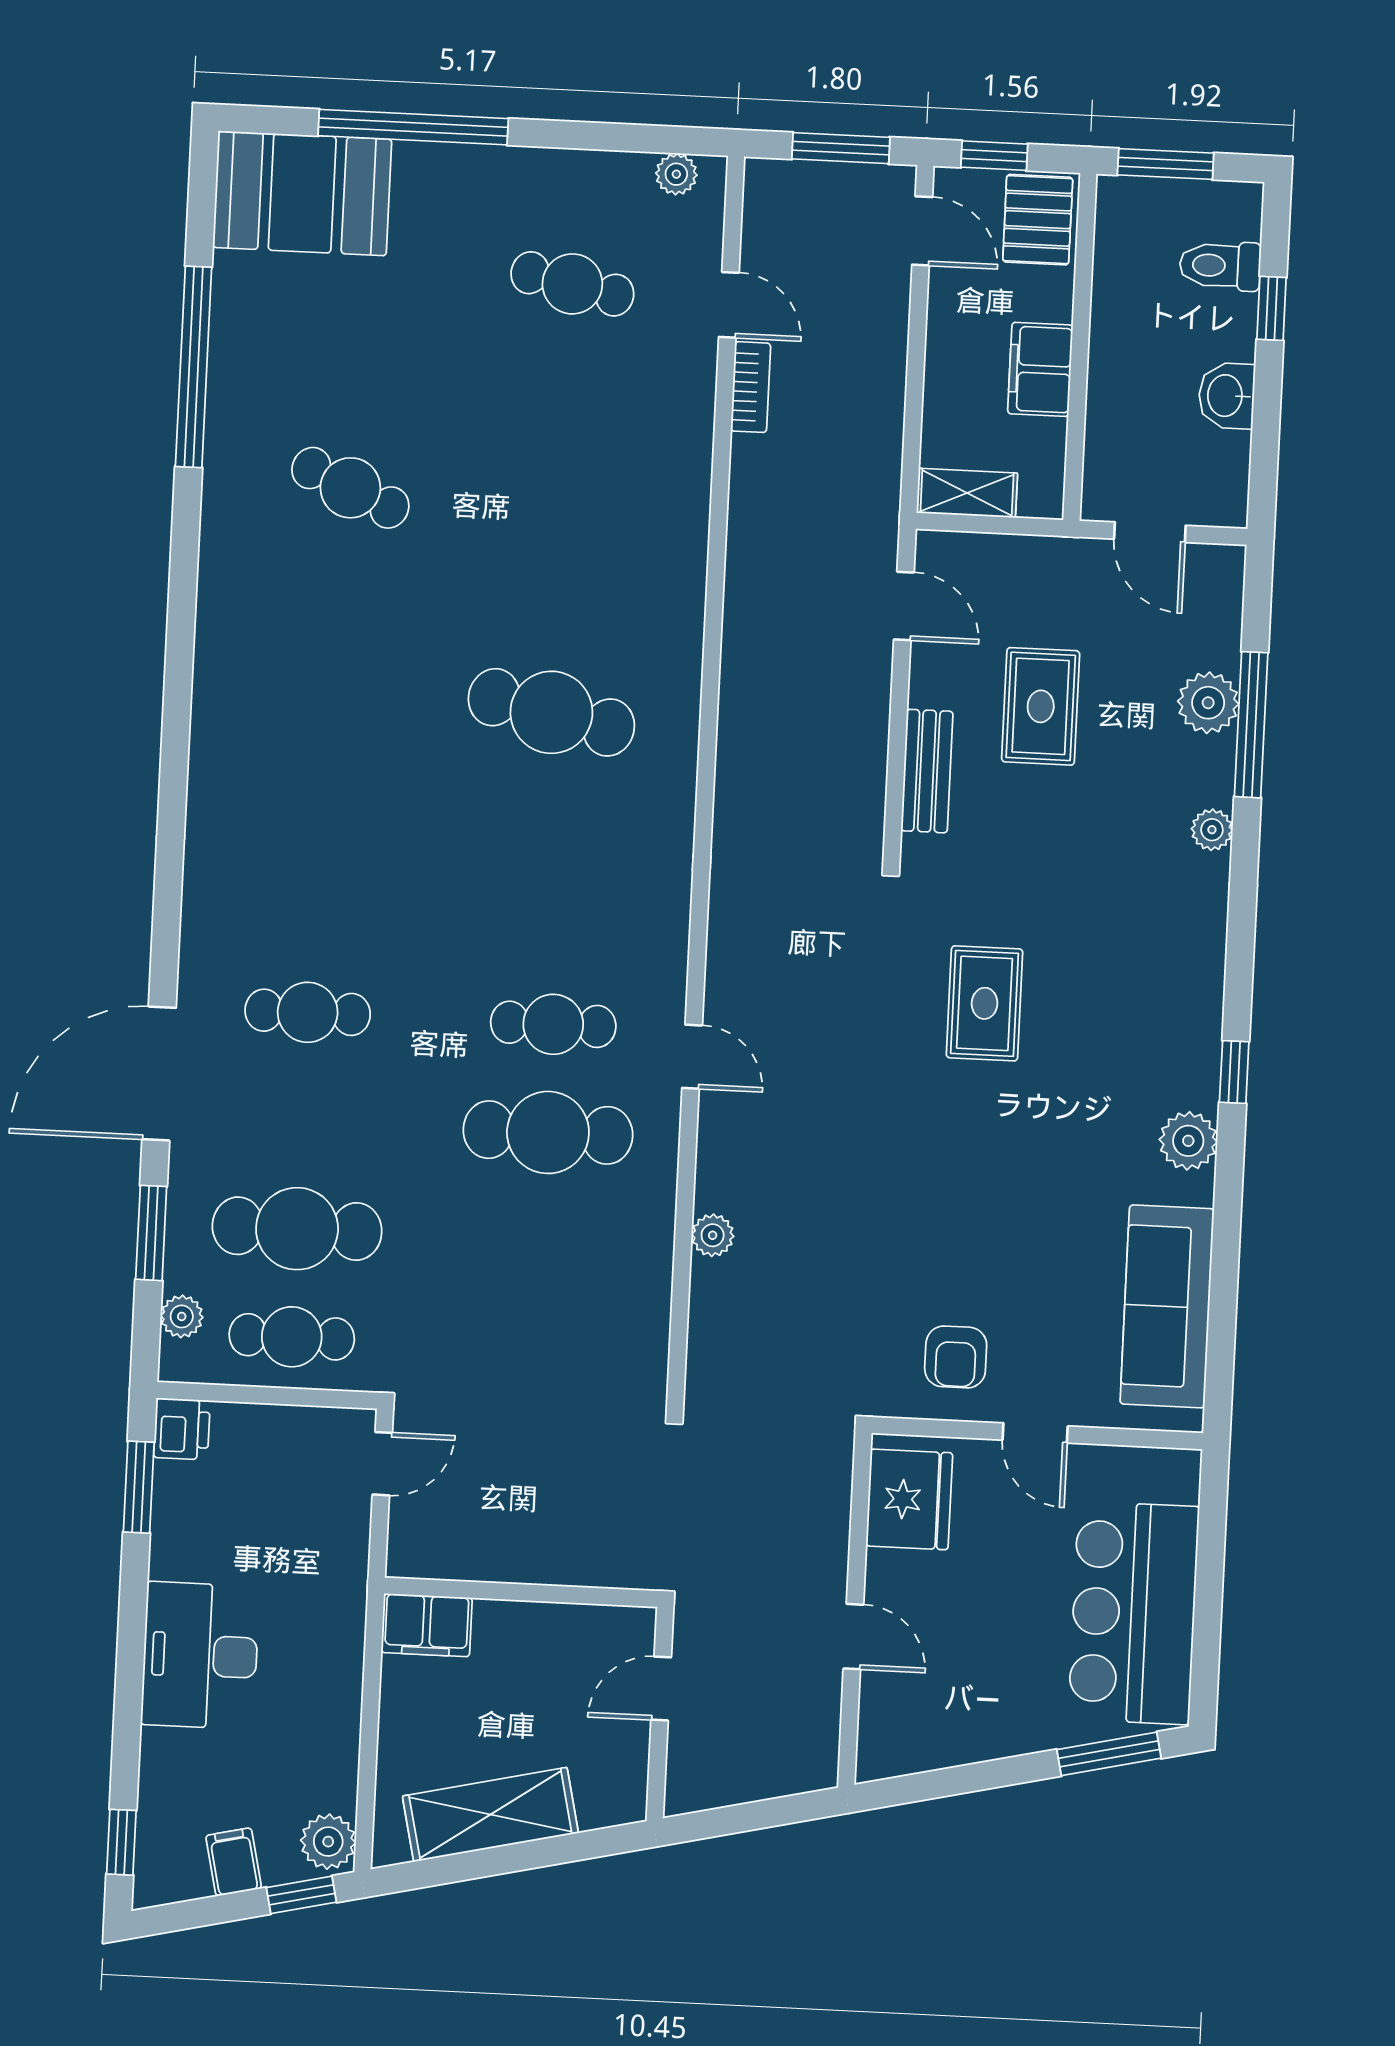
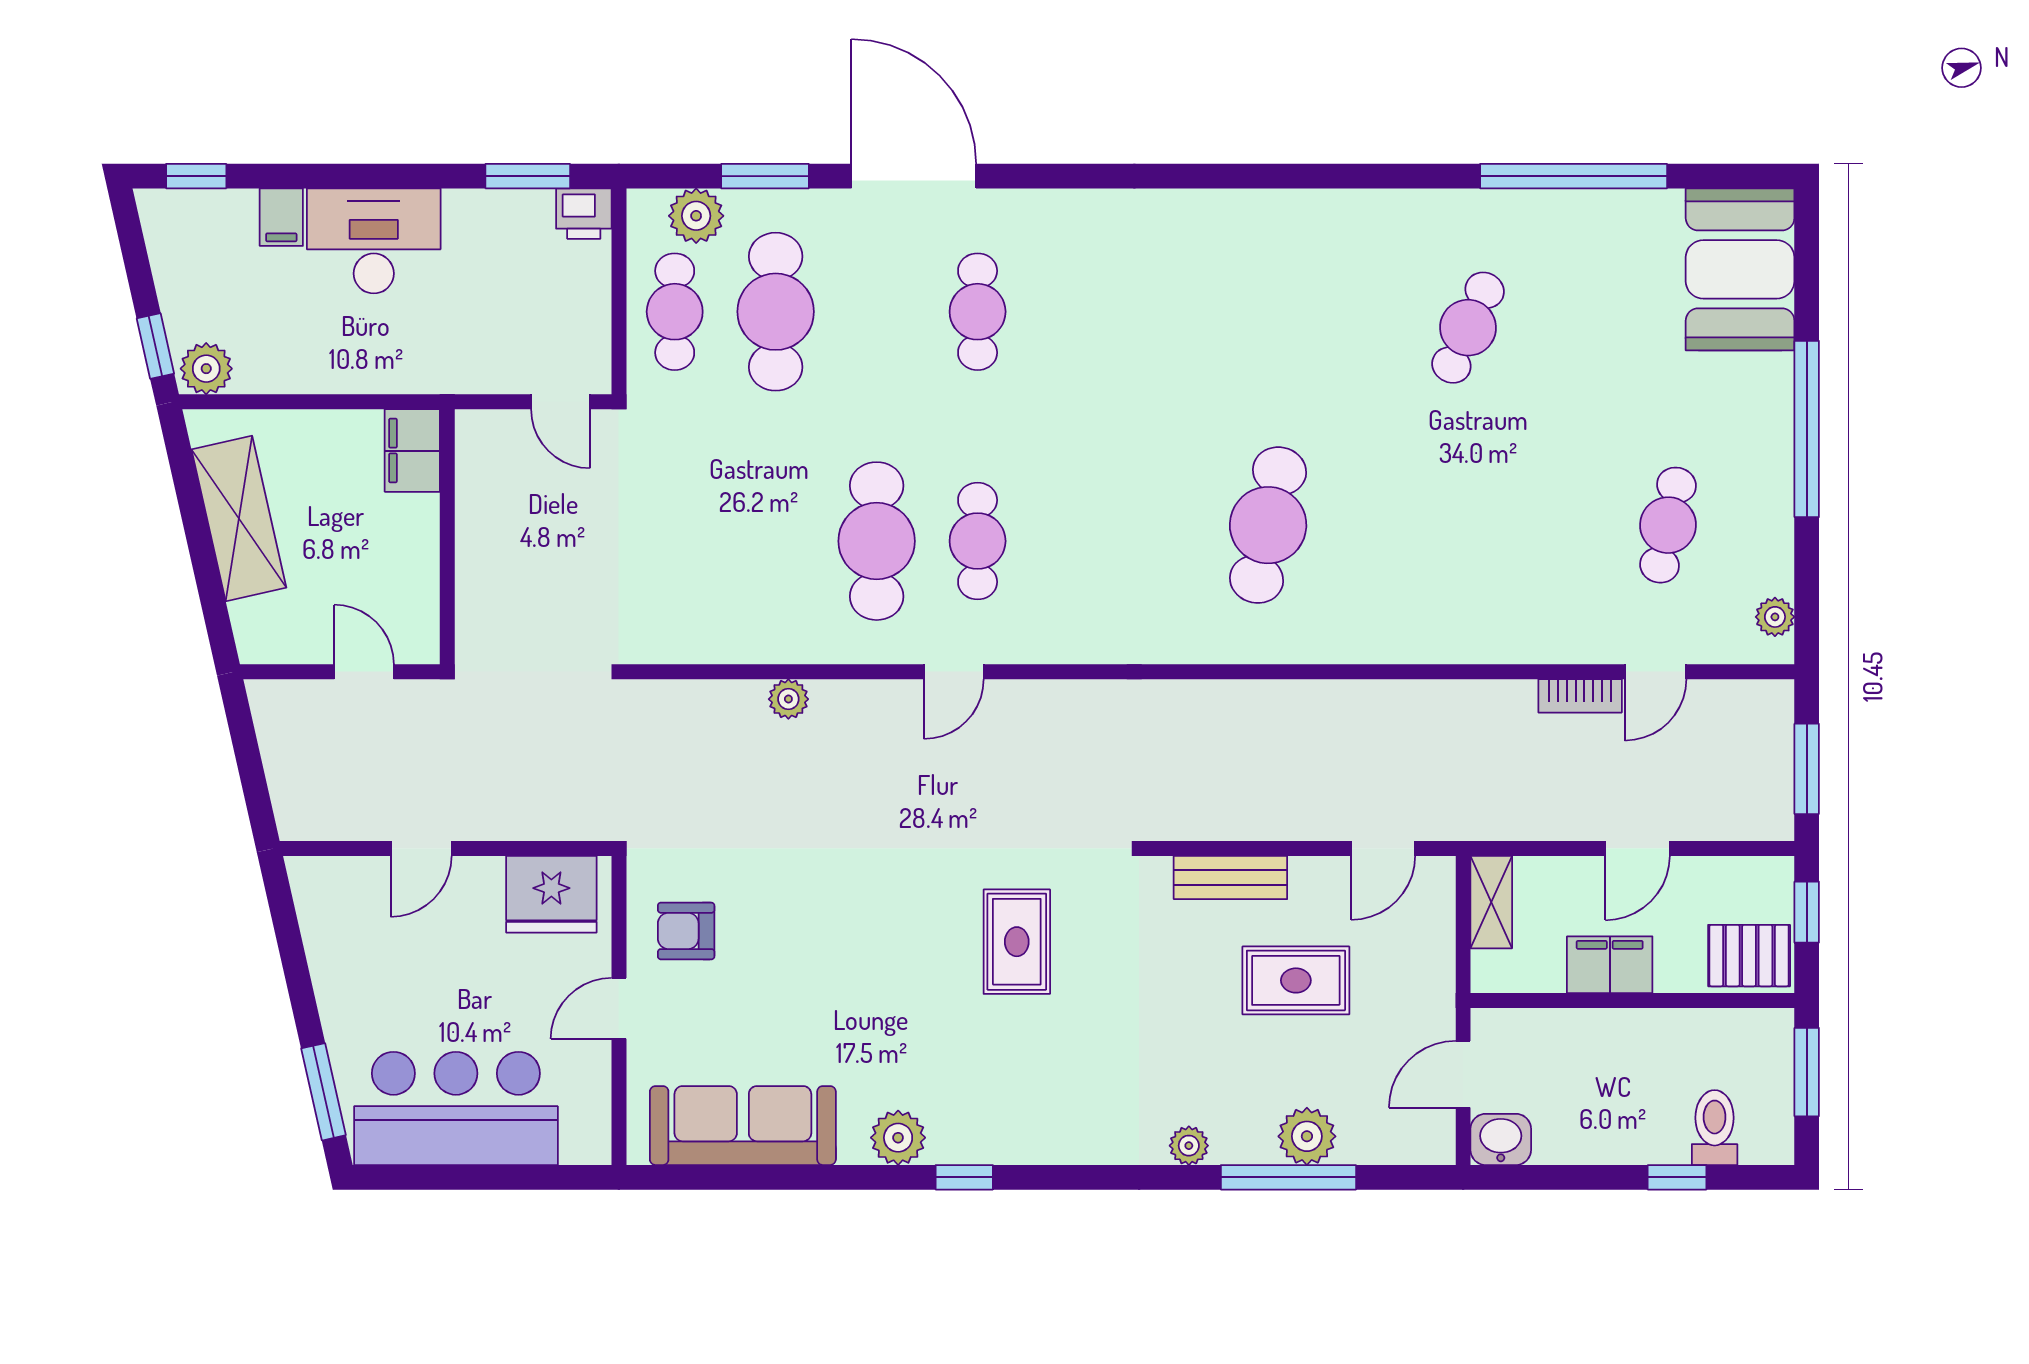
window: (413, 127) -> (1807, 429), moved
door: (922, 231) -> (1638, 848), moved
washbasin: (1227, 396) -> (1501, 1139), moved
rug: (985, 1003) -> (1017, 942), turned 90
plant: (182, 1316) -> (696, 216), width x1.38, depth x1.38
filing cabinet: (234, 1862) -> (281, 217), moved, turned 103

